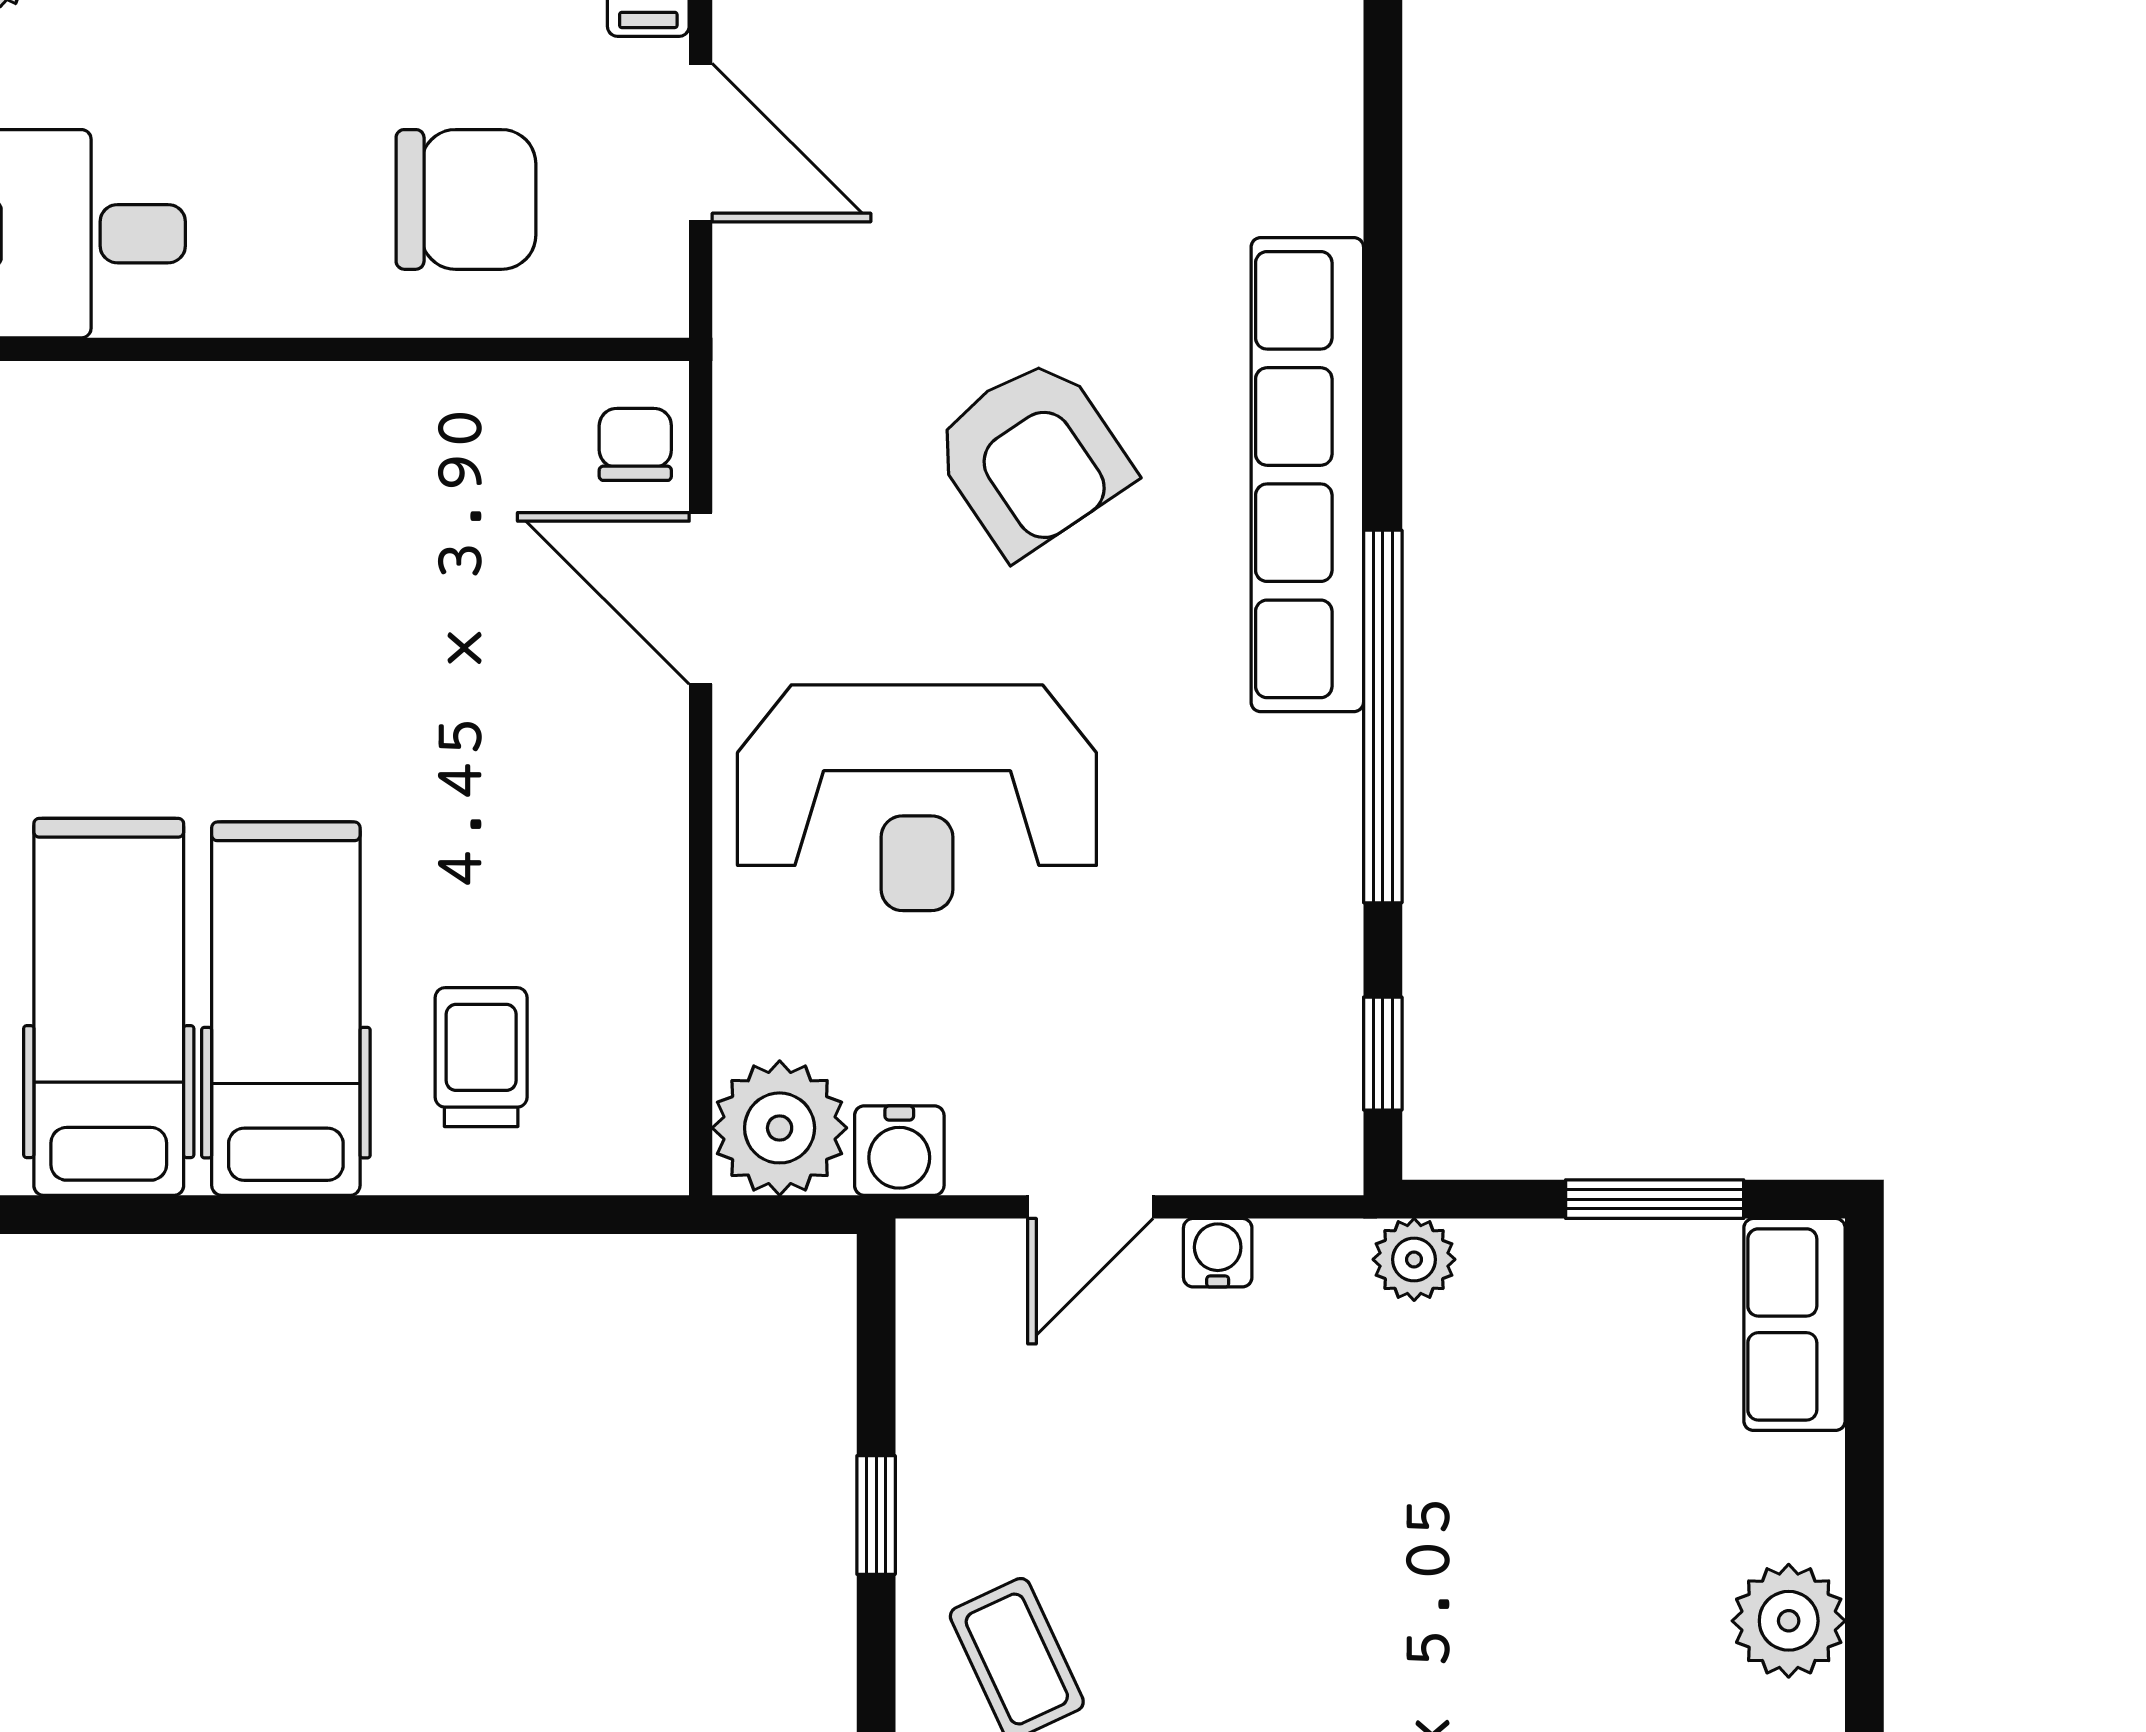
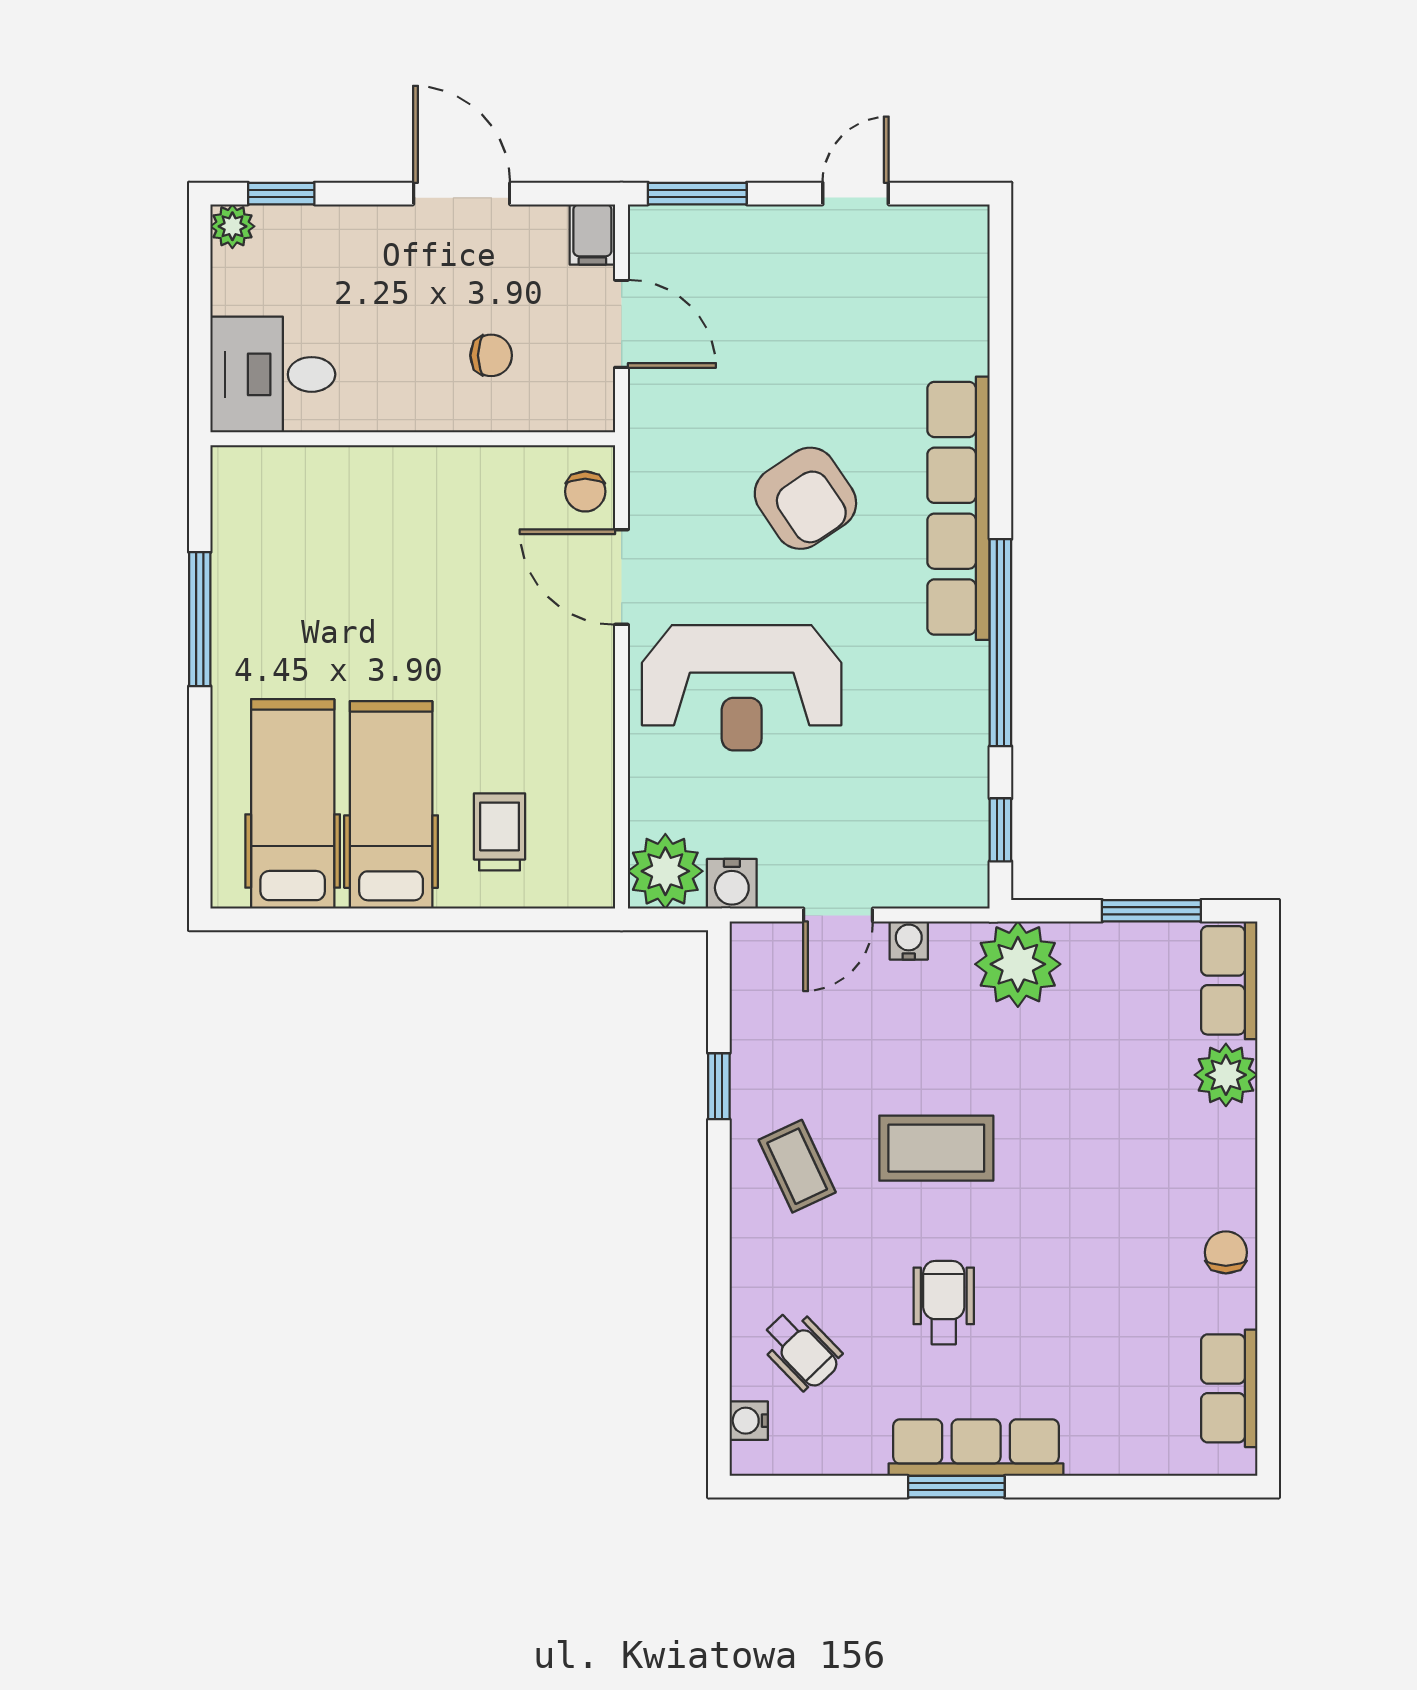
chair: (466, 199) -> (491, 355), width x0.54, depth x0.54
chair: (635, 444) -> (585, 491), turned 180
plant: (1414, 1259) -> (1018, 964), width x1.88, depth x1.88
plant: (1789, 1621) -> (1226, 1075), moved
coffee table: (1267, 1626) -> (936, 1148), added

